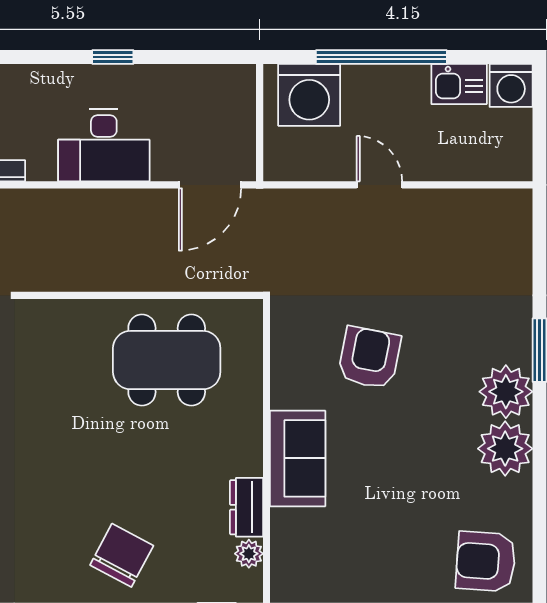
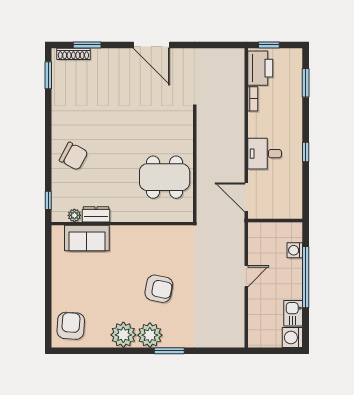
washing machine: (309, 95) -> (295, 250), width x0.53, depth x0.53
desk: (104, 145) -> (265, 154), width x0.73
armchair: (369, 358) -> (159, 289), moved
dining table: (167, 360) -> (165, 177), turned 90
sofa: (298, 458) -> (87, 238), moved

